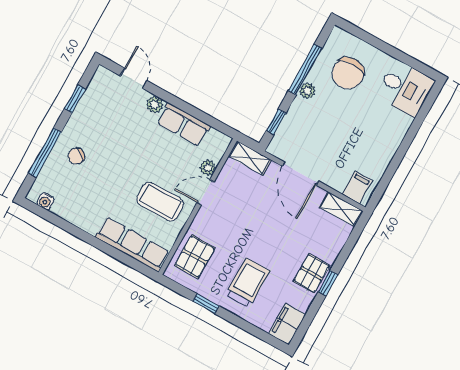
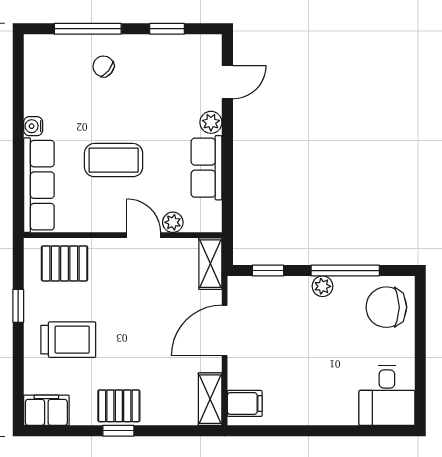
chair: (348, 73) -> (386, 307), moved
water cooler: (45, 201) -> (33, 126), moved
coffee table: (160, 202) -> (114, 160), moved, turned 90

